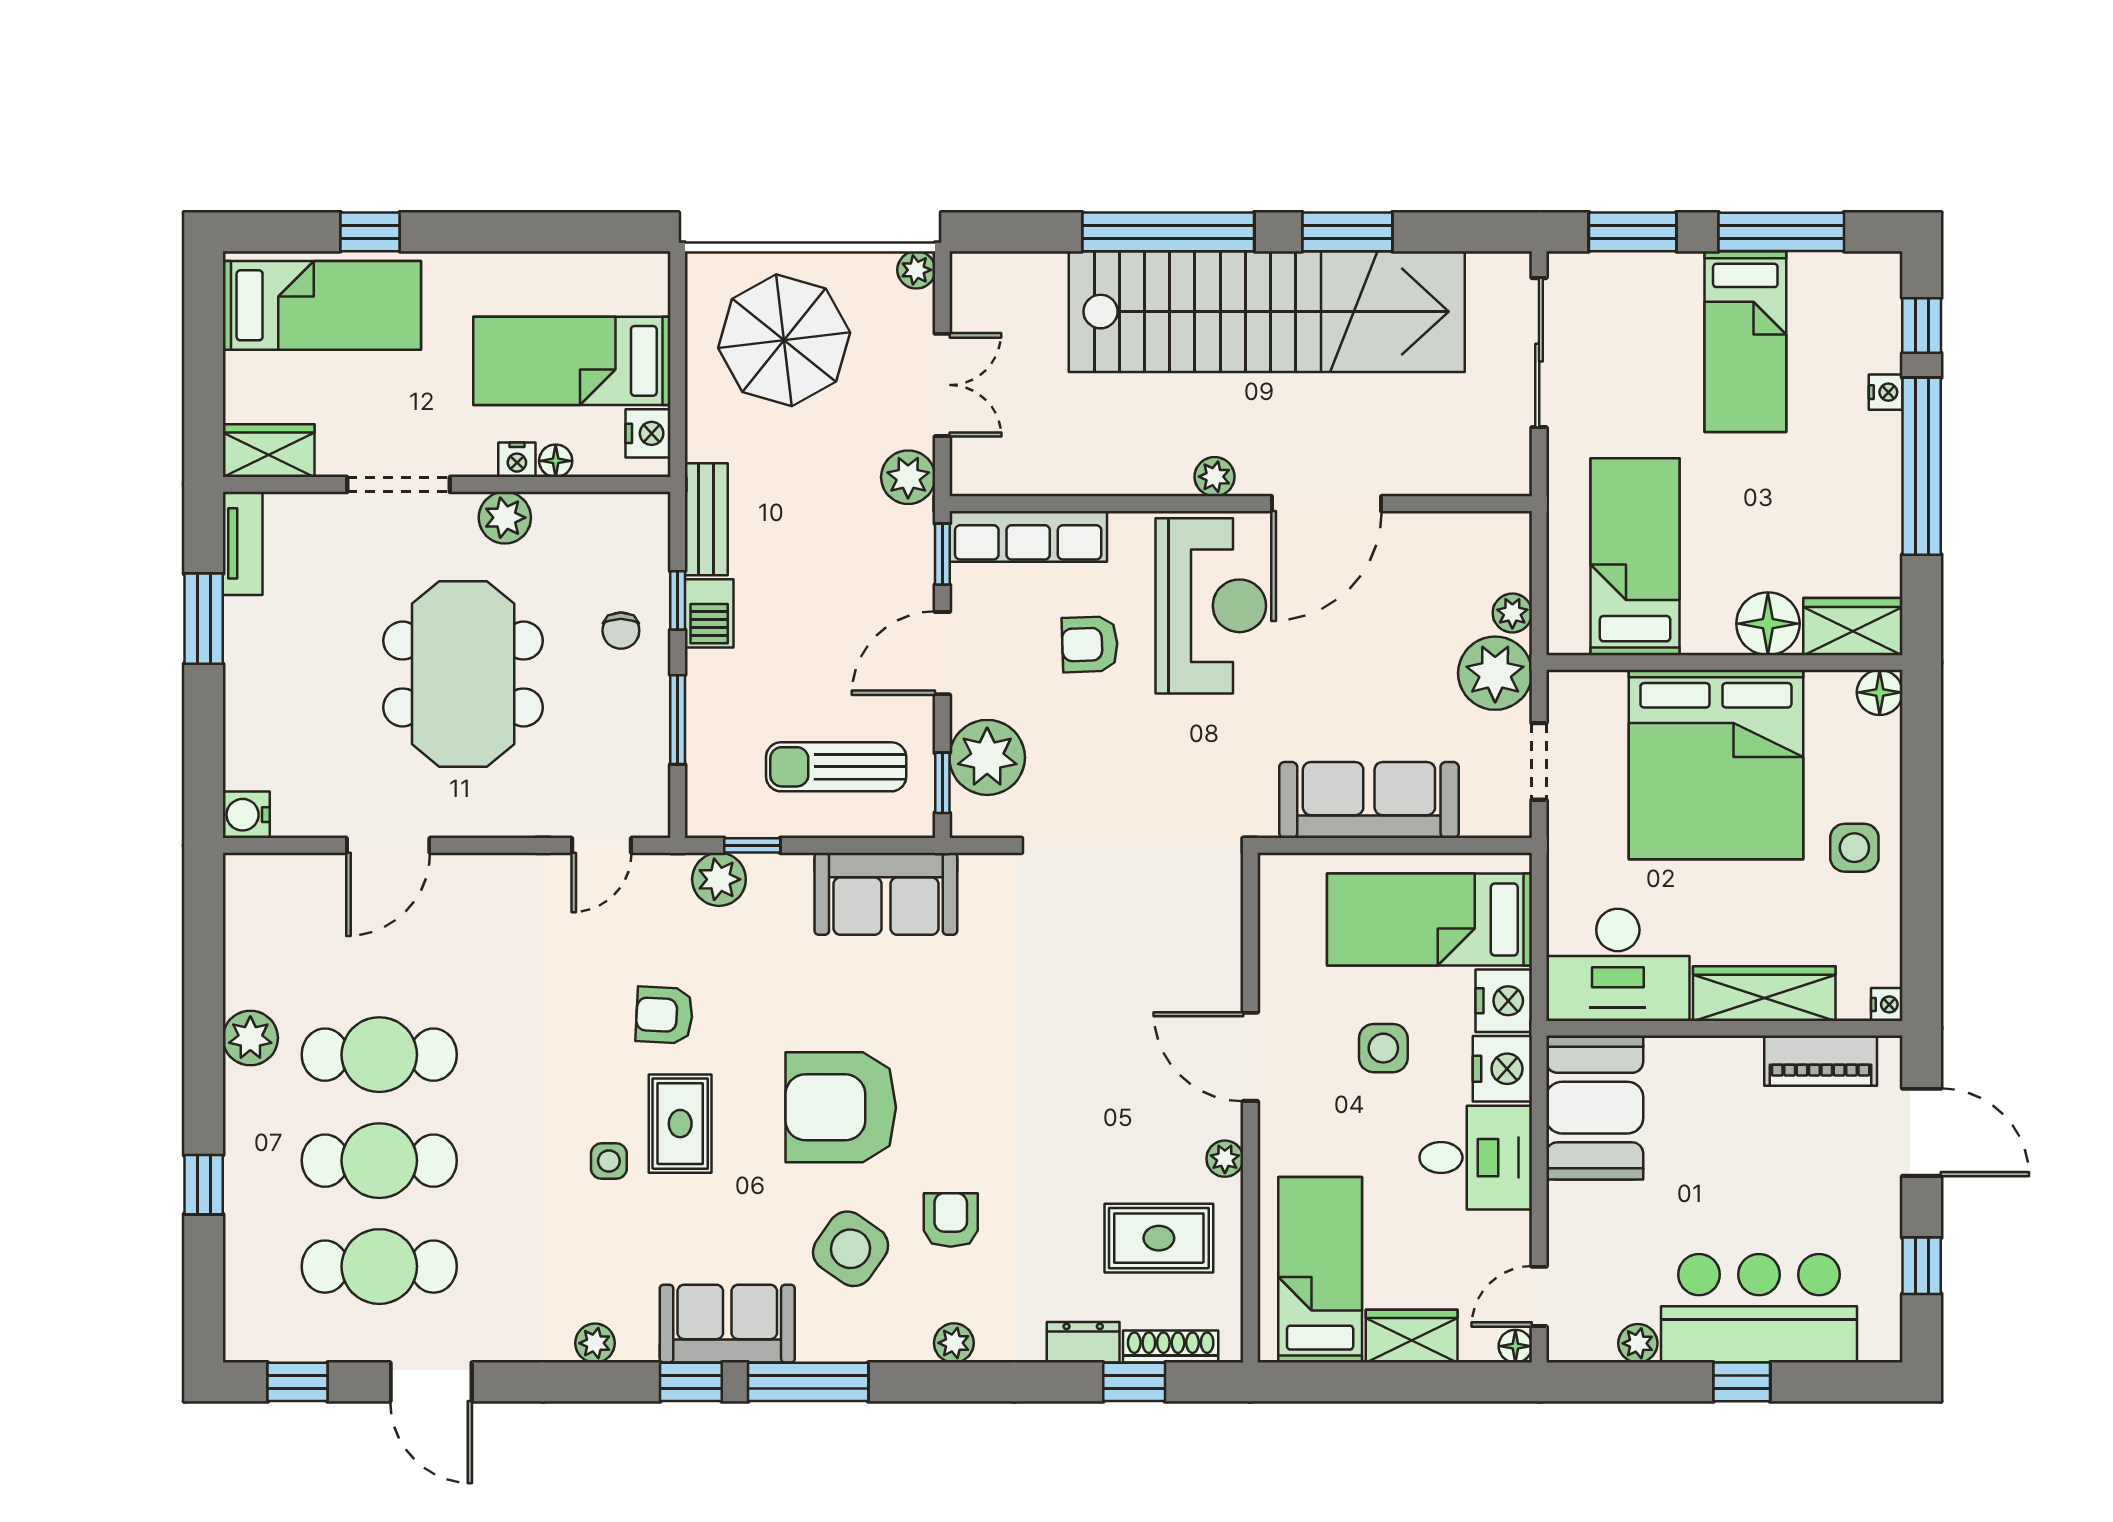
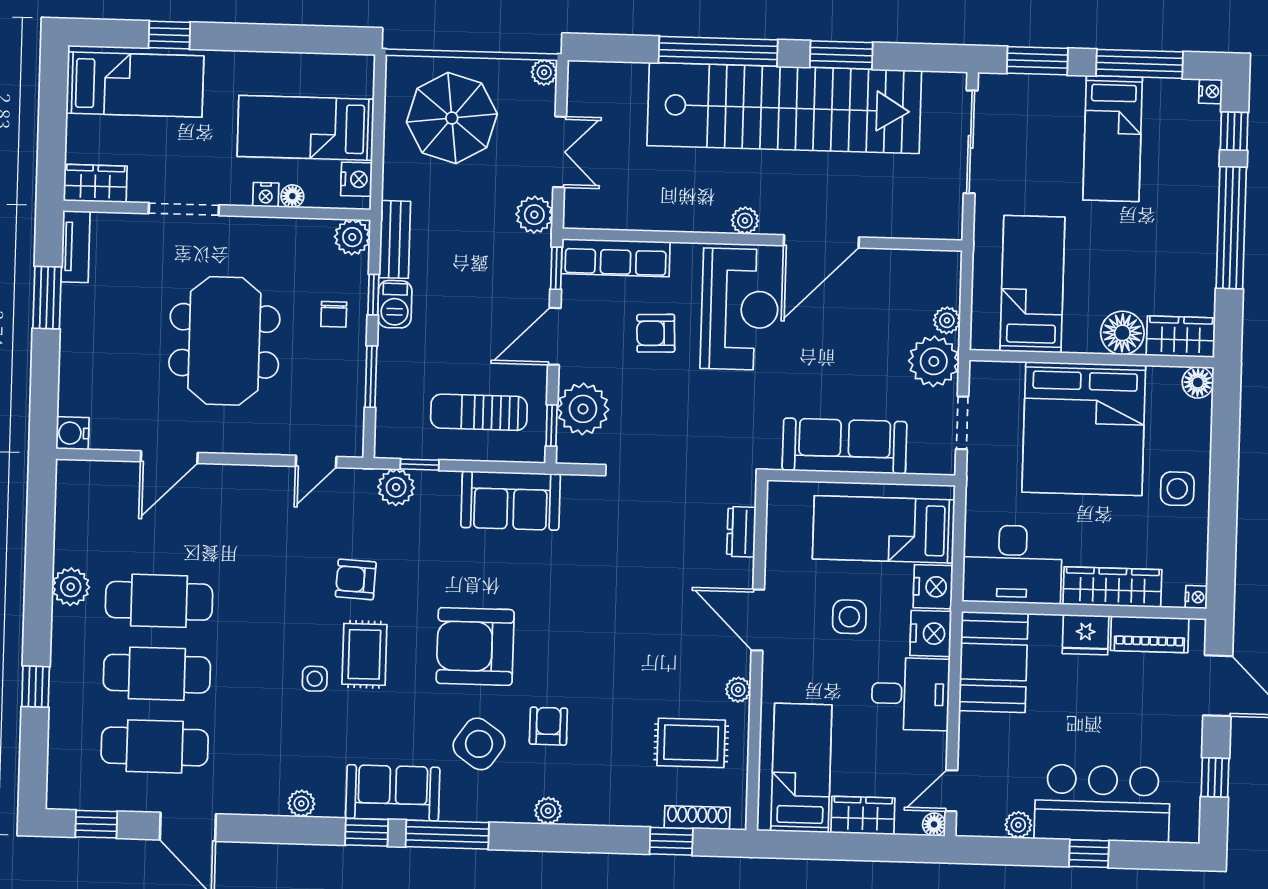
nightstand: (1886, 392) -> (1211, 91), moved
plant: (505, 518) -> (352, 237), moved
fridge: (1727, 1064) -> (1086, 635), added
dresser: (1083, 1342) -> (741, 532), moved, turned -90

